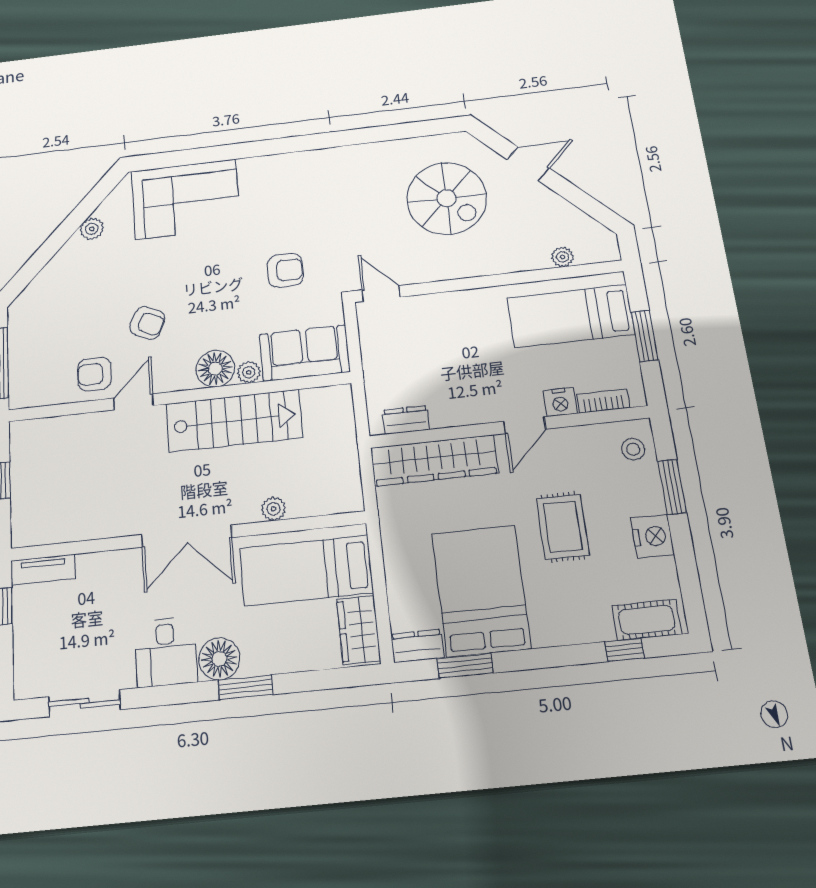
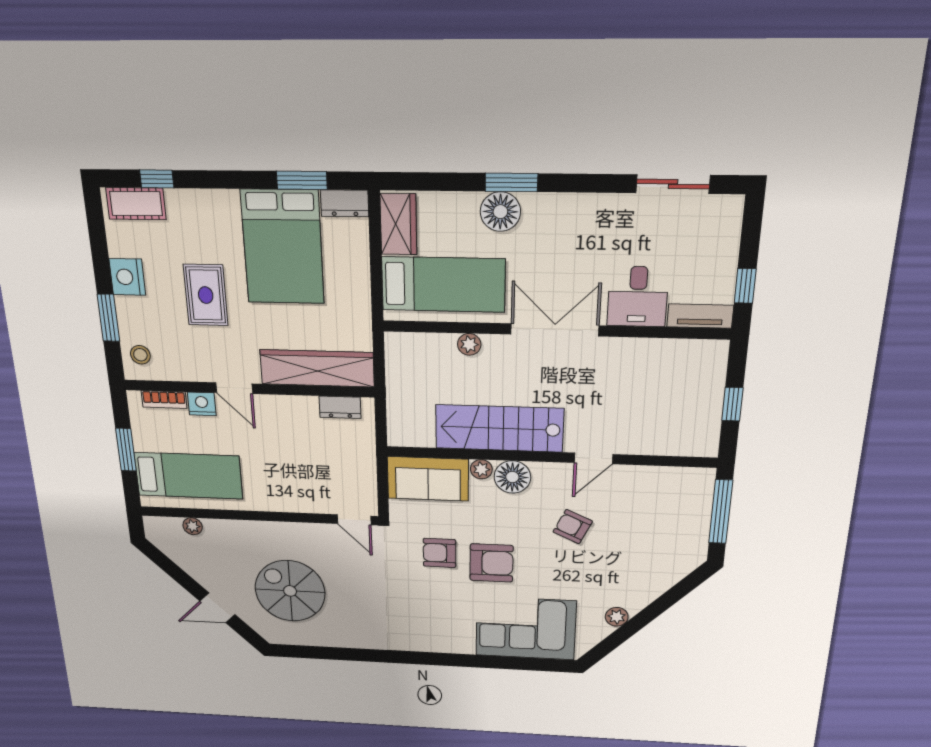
armchair: (94, 374) -> (491, 563), moved, width x1.38, depth x1.38
door: (525, 425) -> (234, 388), swing flipped
desk: (166, 652) -> (638, 297), moved, turned 180
floor lamp: (219, 659) -> (500, 212), moved

